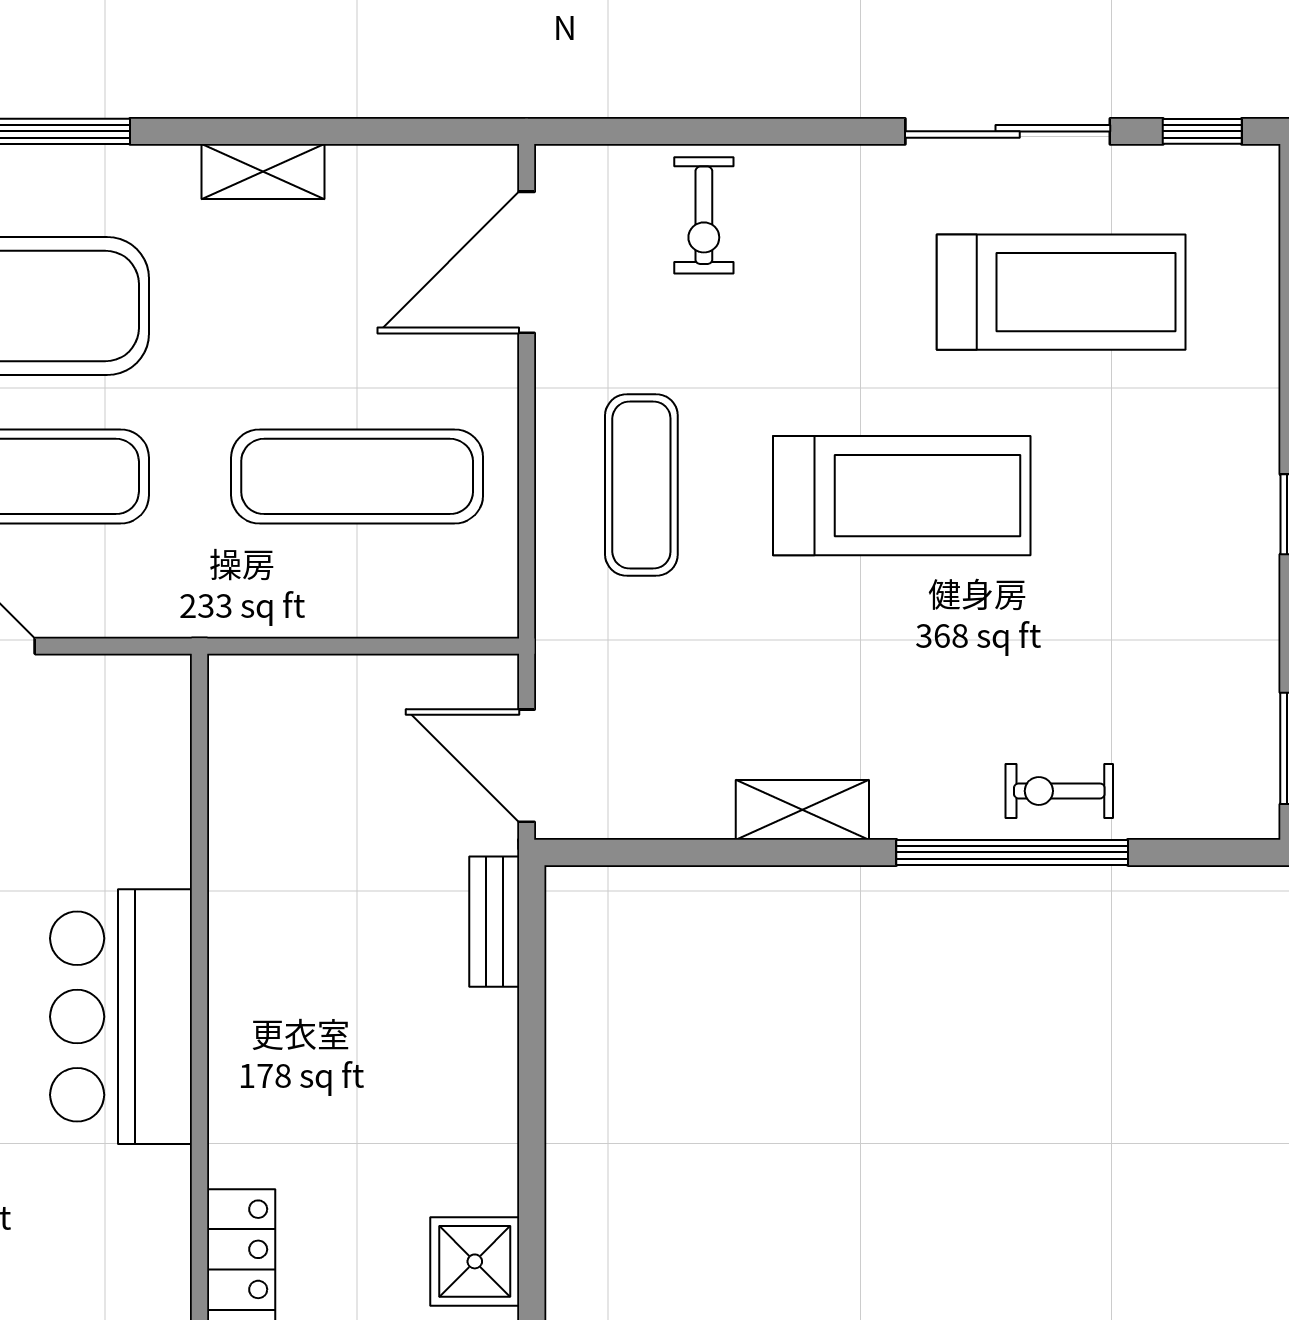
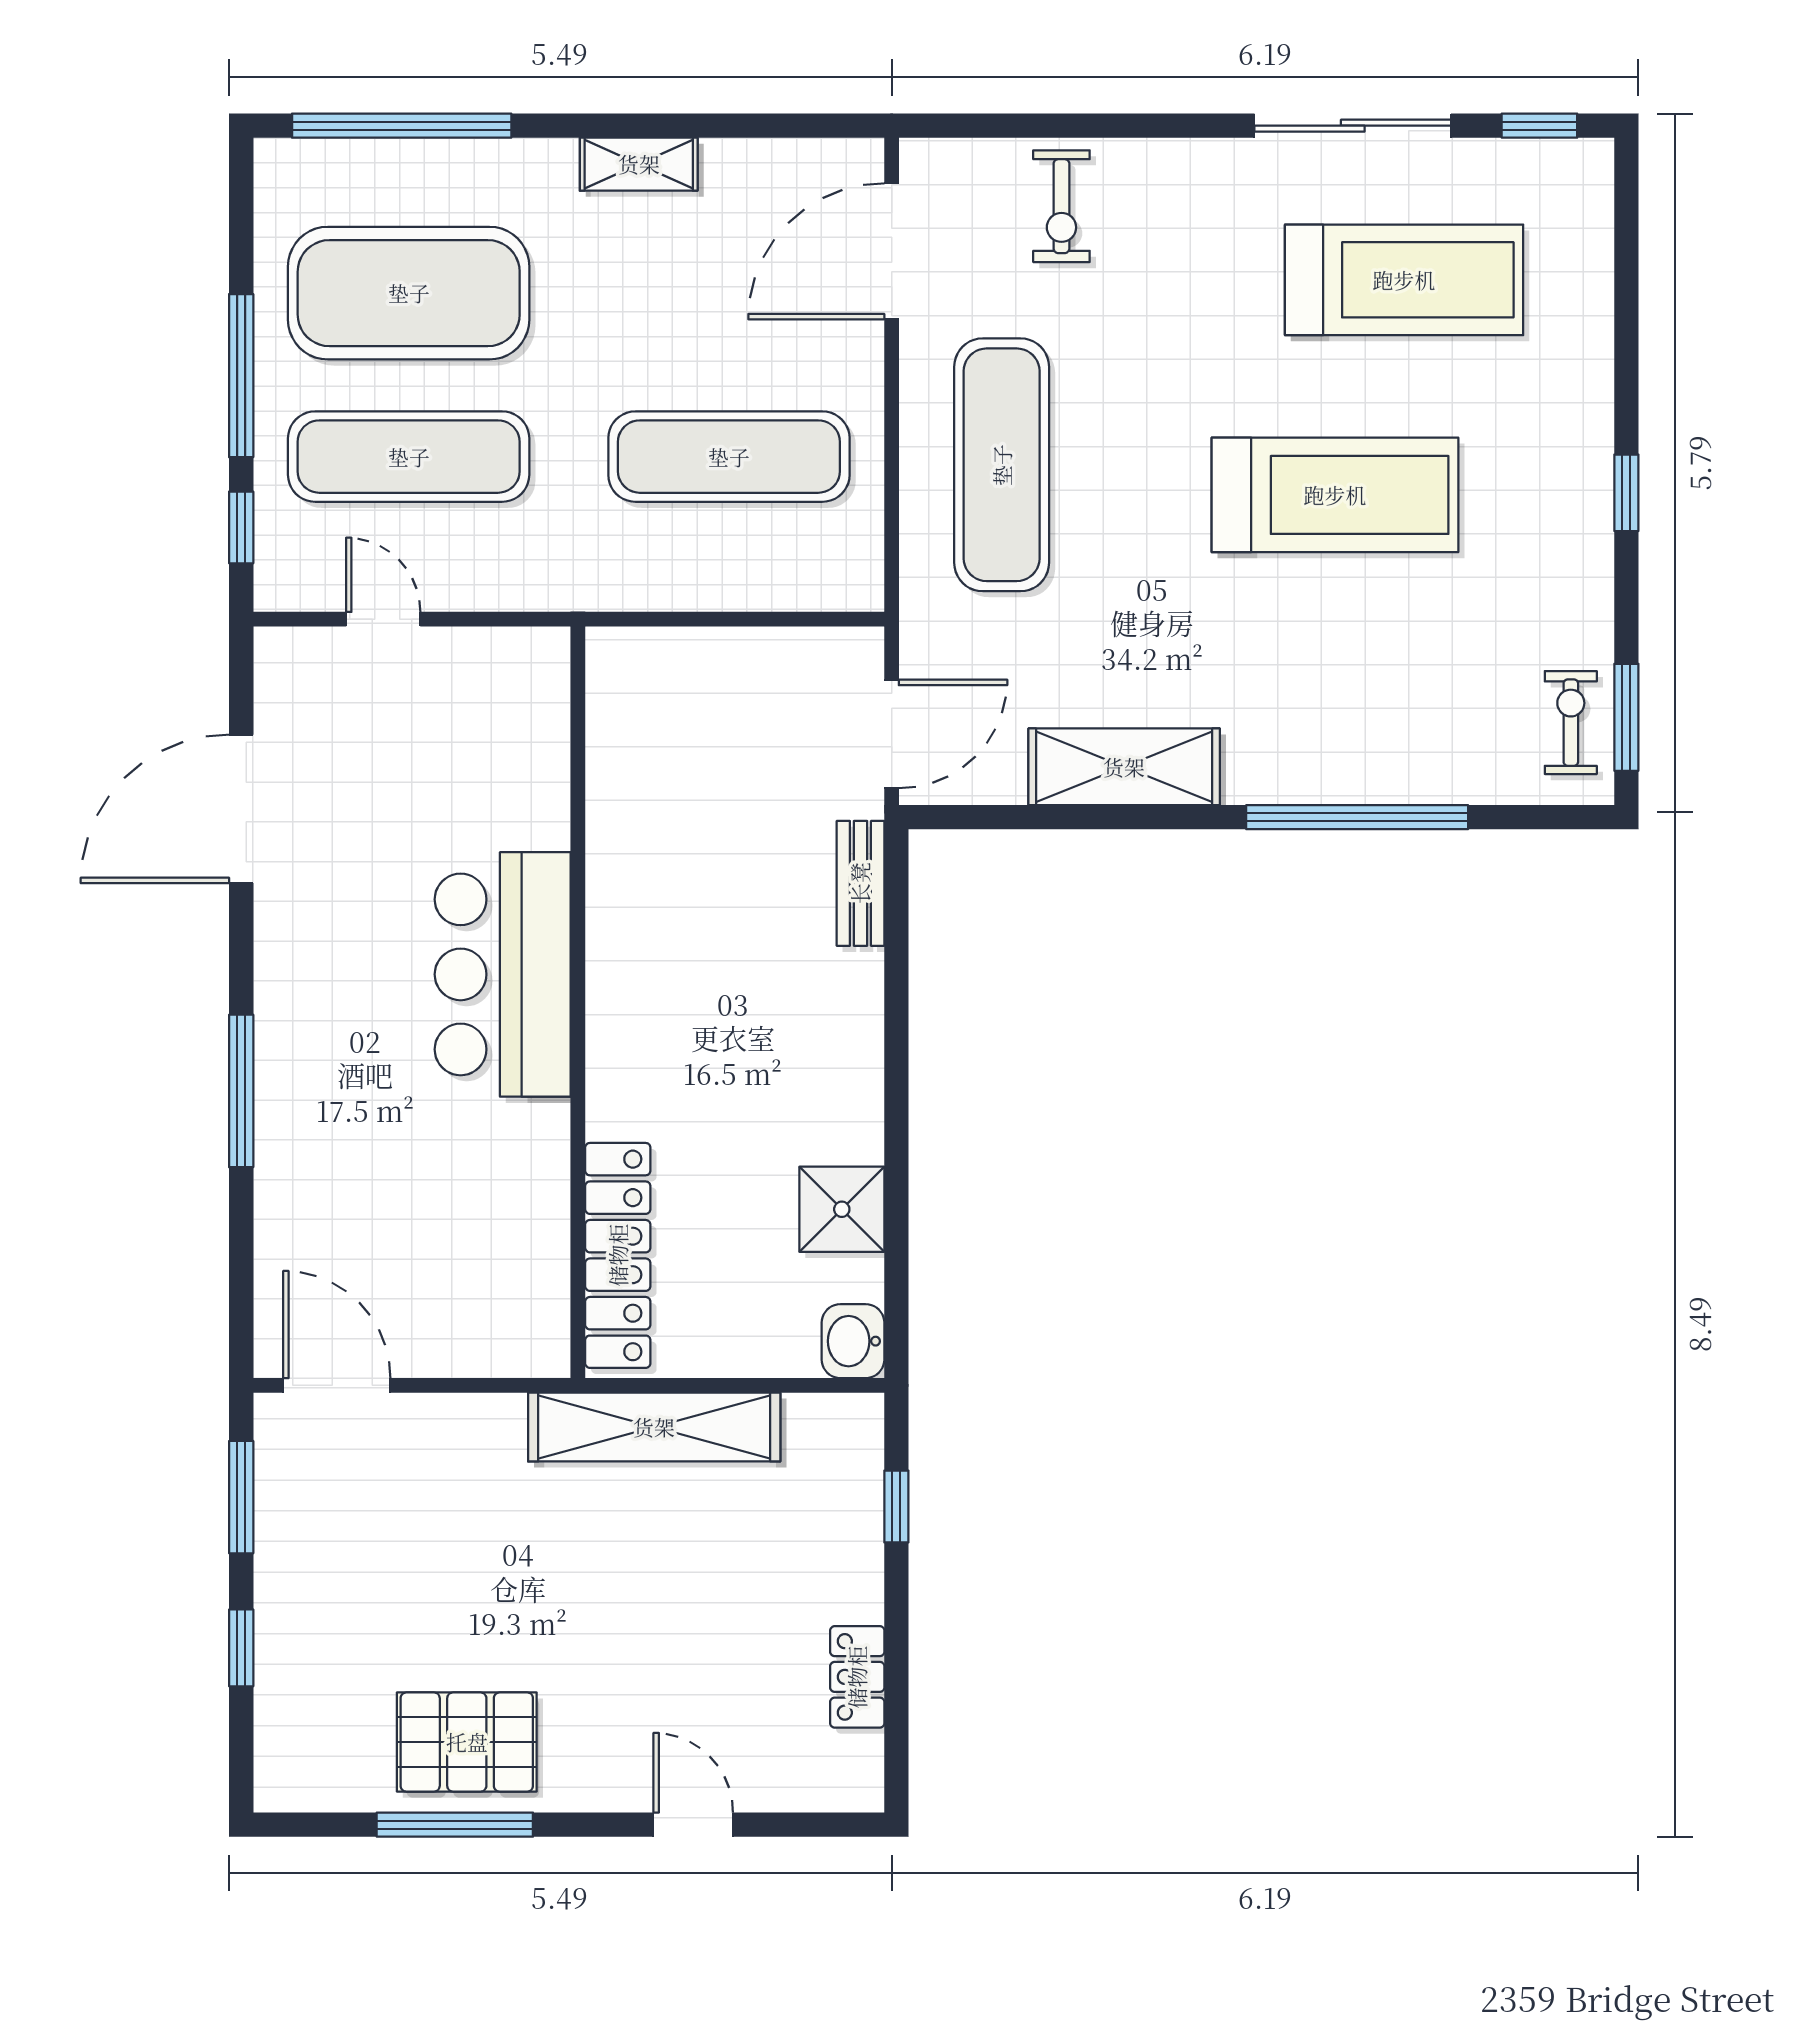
exercise mat: (641, 485) -> (1002, 465), width x1.36, depth x1.45
treadmill: (902, 496) -> (1335, 495), moved
door: (527, 766) -> (892, 734), swing flipped
exercise bike: (1059, 791) -> (1571, 723), moved, turned 90
shelving: (802, 810) -> (1124, 767), width x1.50, depth x1.33

